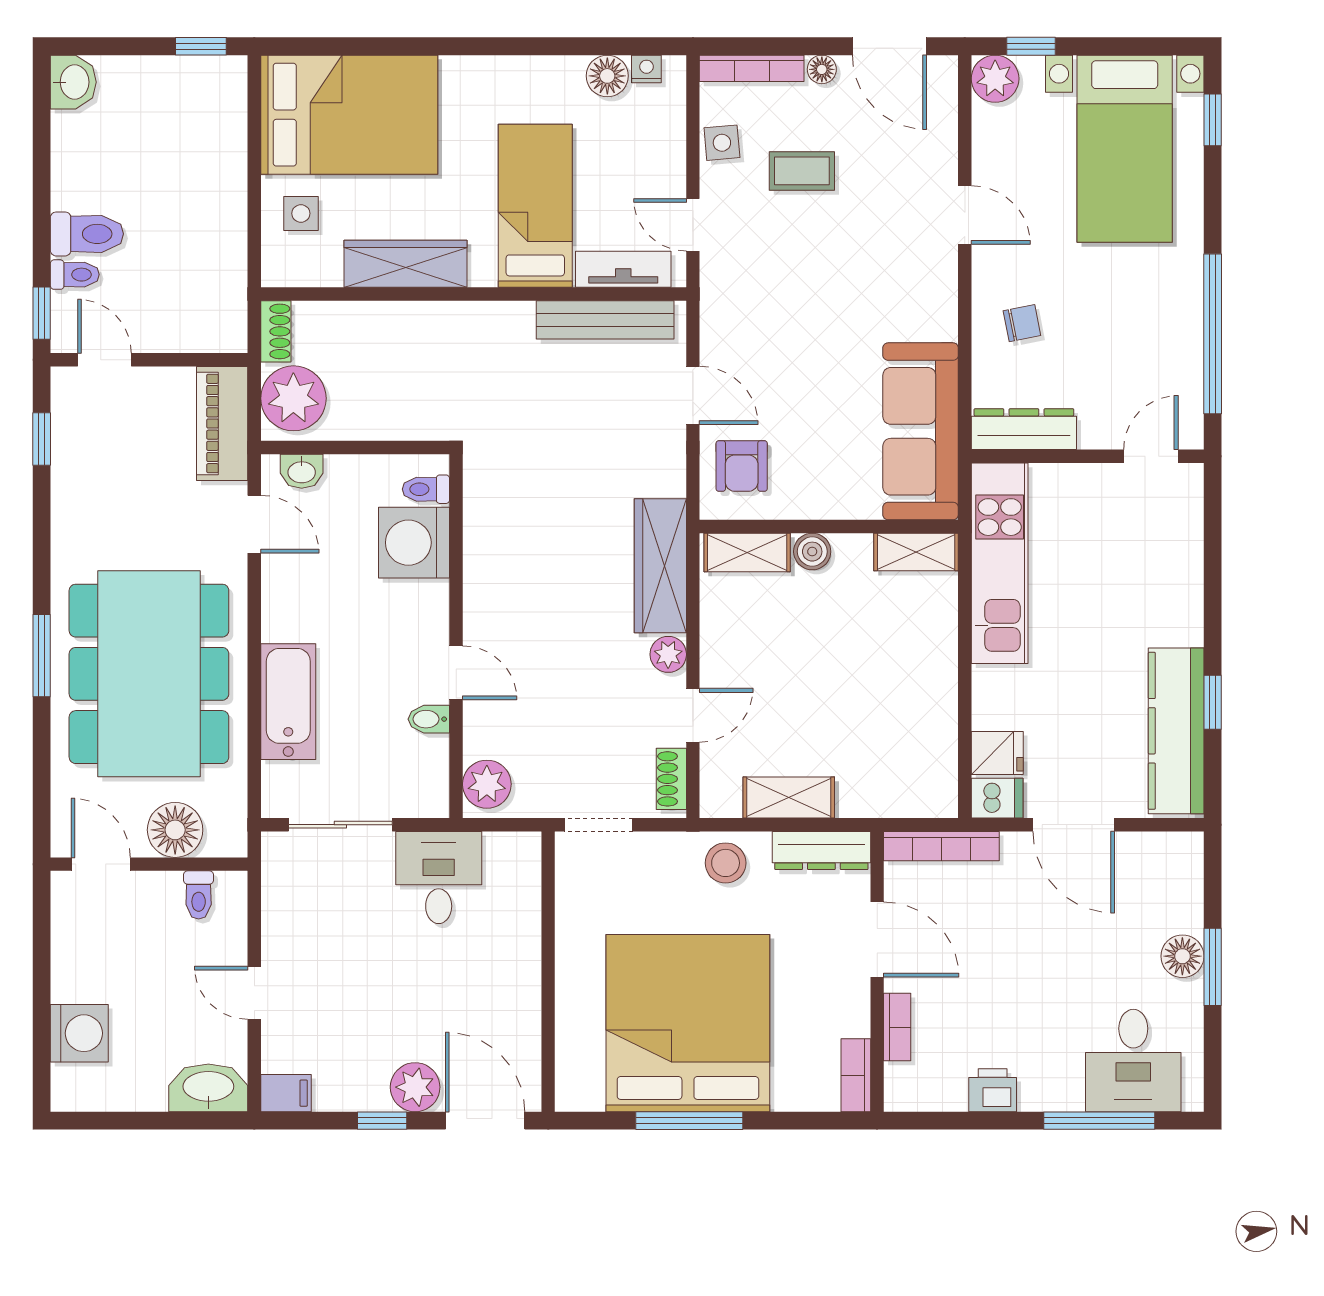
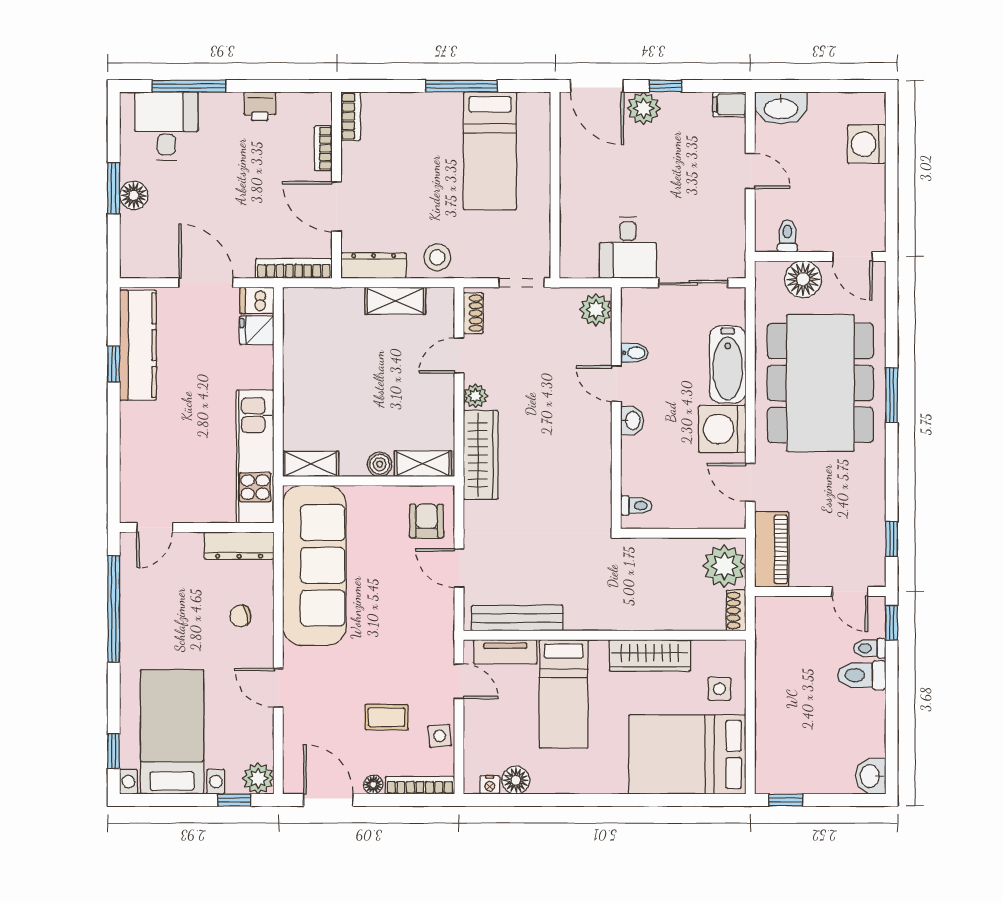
sofa: (921, 431) -> (314, 565), width x1.36, depth x1.27
washbasin: (302, 471) -> (632, 421), moved, turned 90
washing machine: (414, 543) -> (722, 429), moved, turned 180
bed: (688, 1023) -> (490, 151), width x0.49

